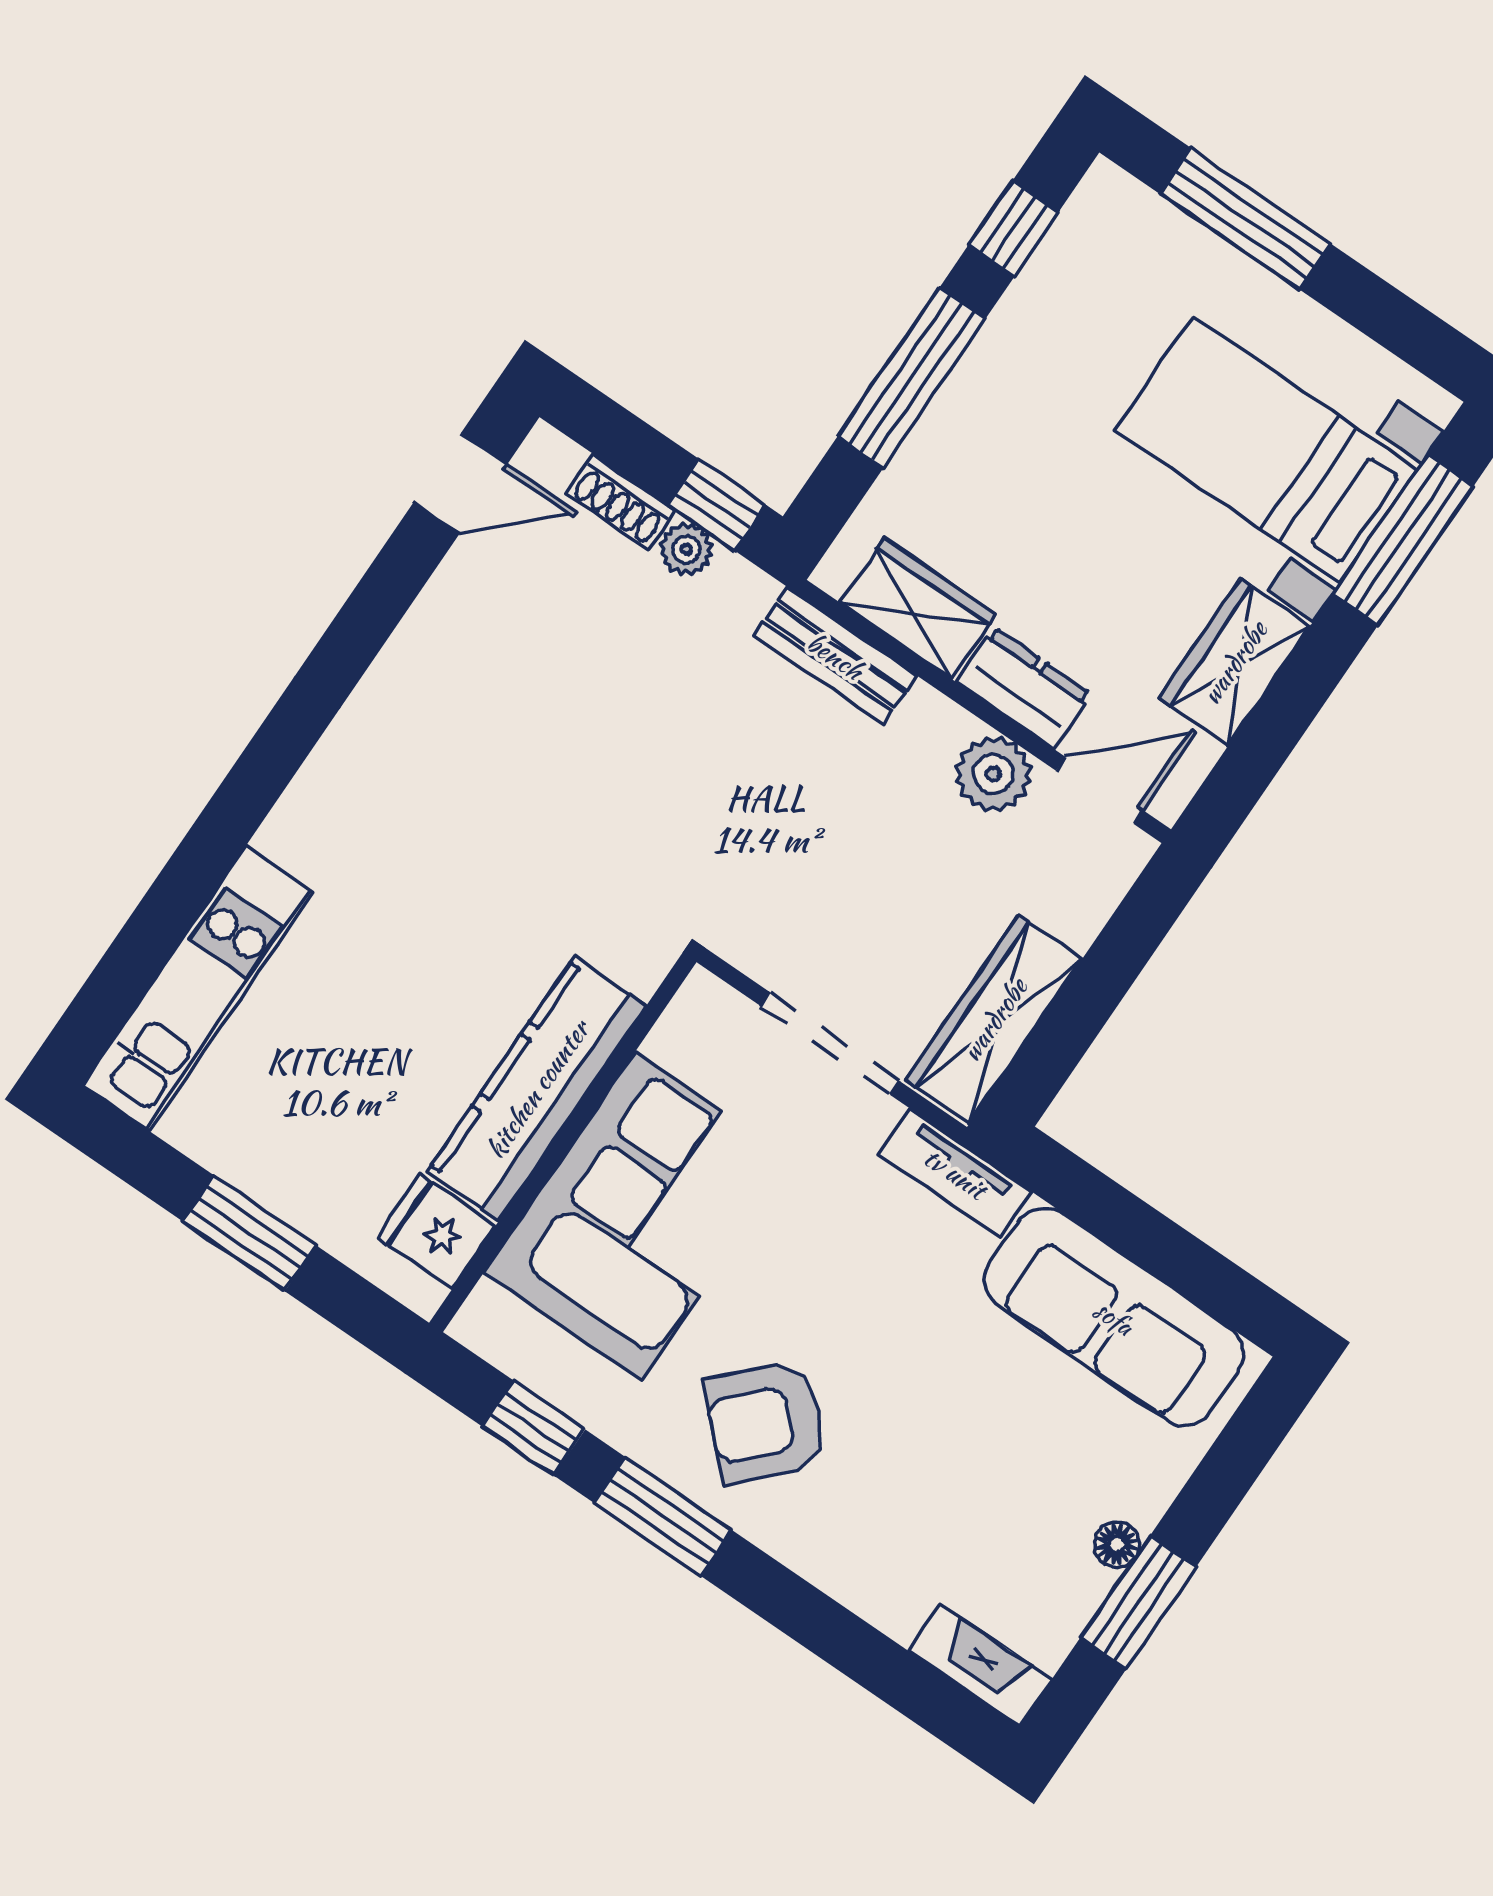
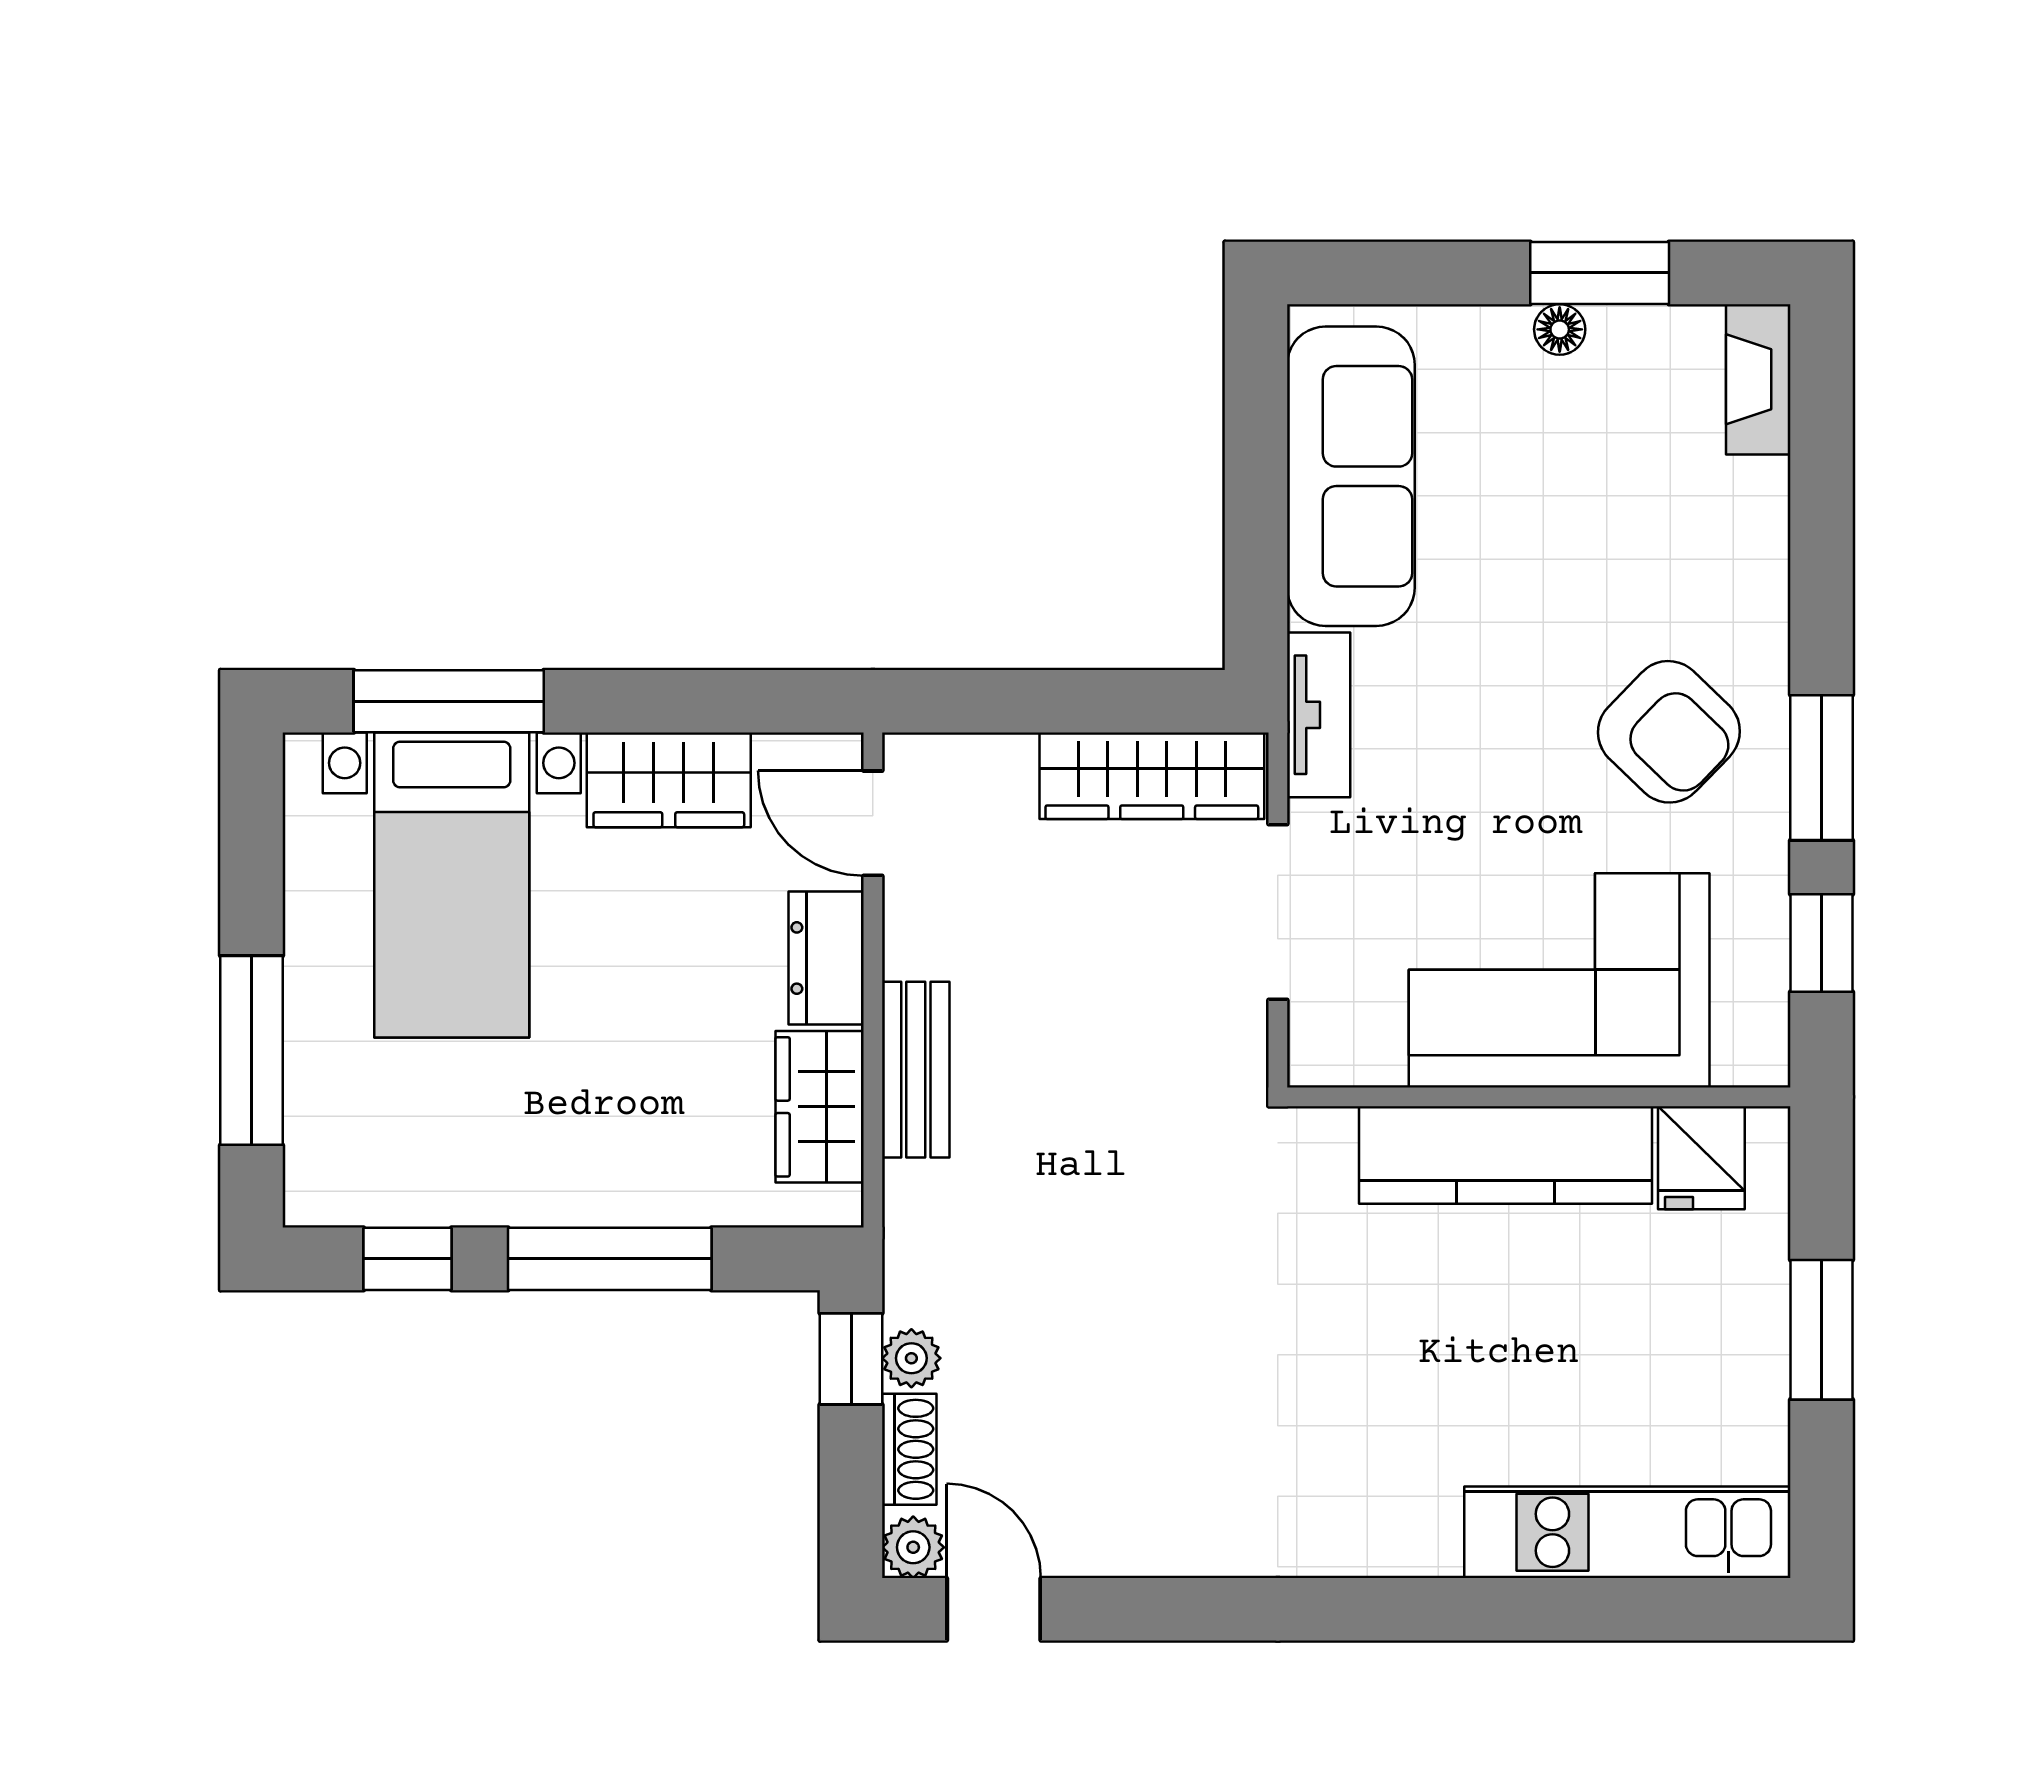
bench: (835, 656) -> (916, 1070), moved
plant: (993, 774) -> (913, 1547), moved, width x0.73, depth x0.73

